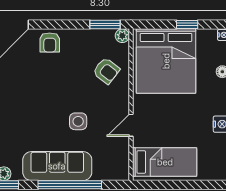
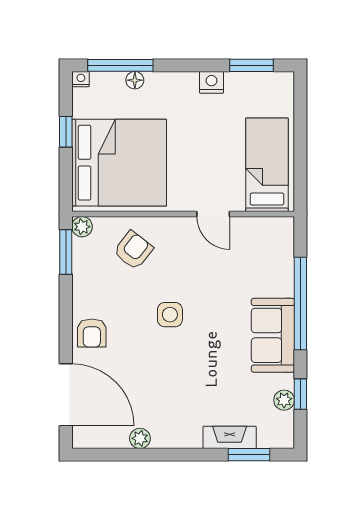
armchair: (50, 42) -> (92, 333), turned 90
side table: (78, 121) -> (170, 315), moved
sofa: (57, 166) -> (273, 335), width x0.73

